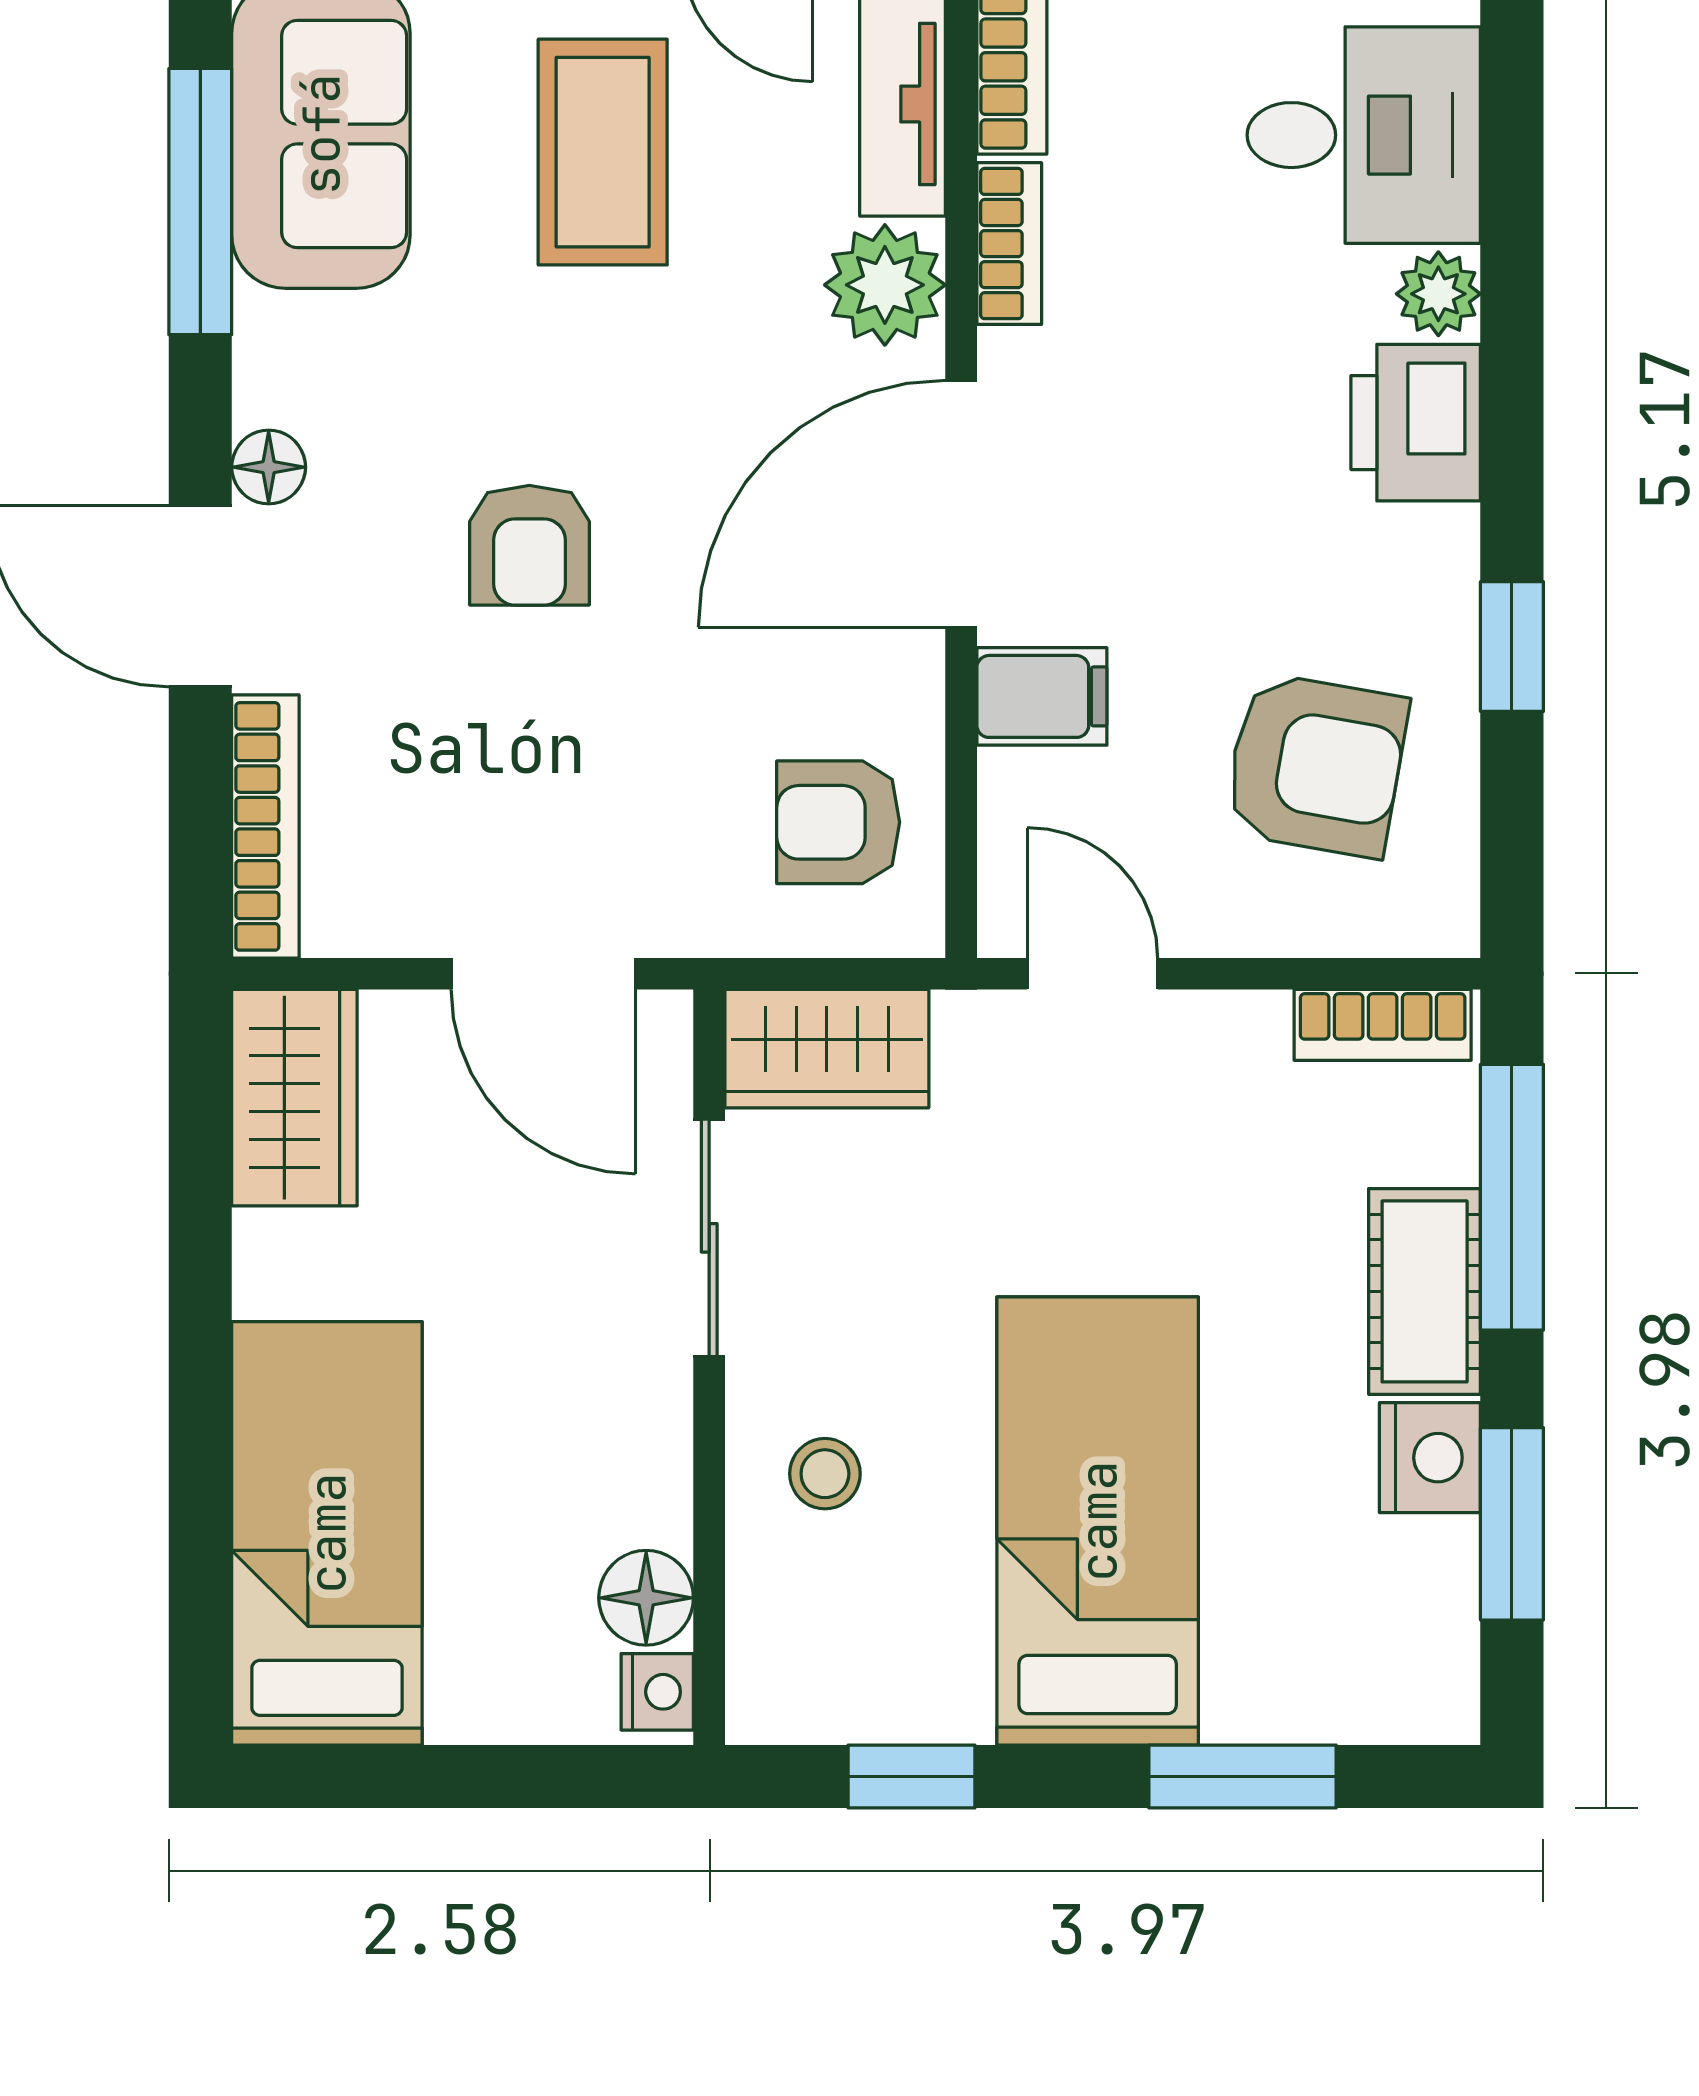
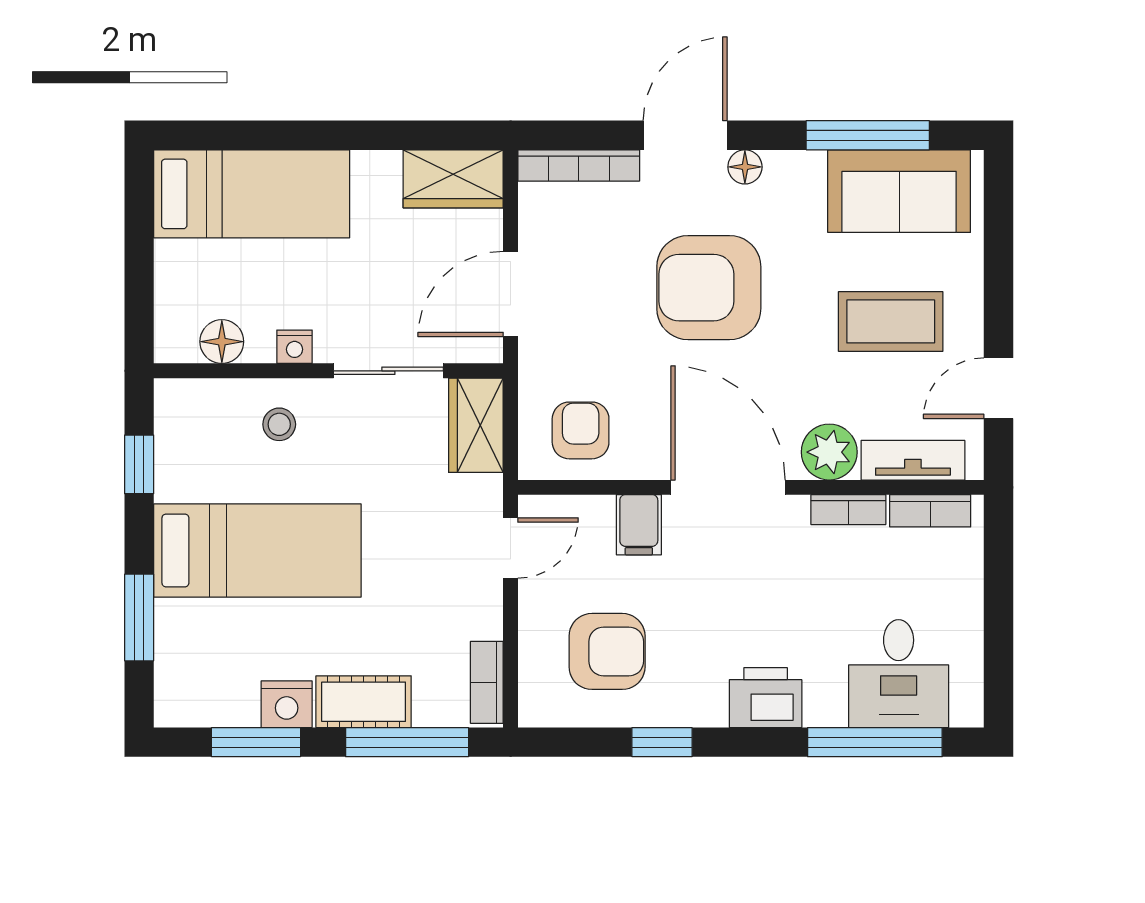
window: (1512, 186) -> (875, 742), added
plant: (1438, 294) -> (825, 708), removed
armchair: (529, 545) -> (709, 288), width x1.88, depth x1.88
armchair: (1316, 765) -> (607, 651), turned -100
nightstand: (657, 1692) -> (295, 347), moved

